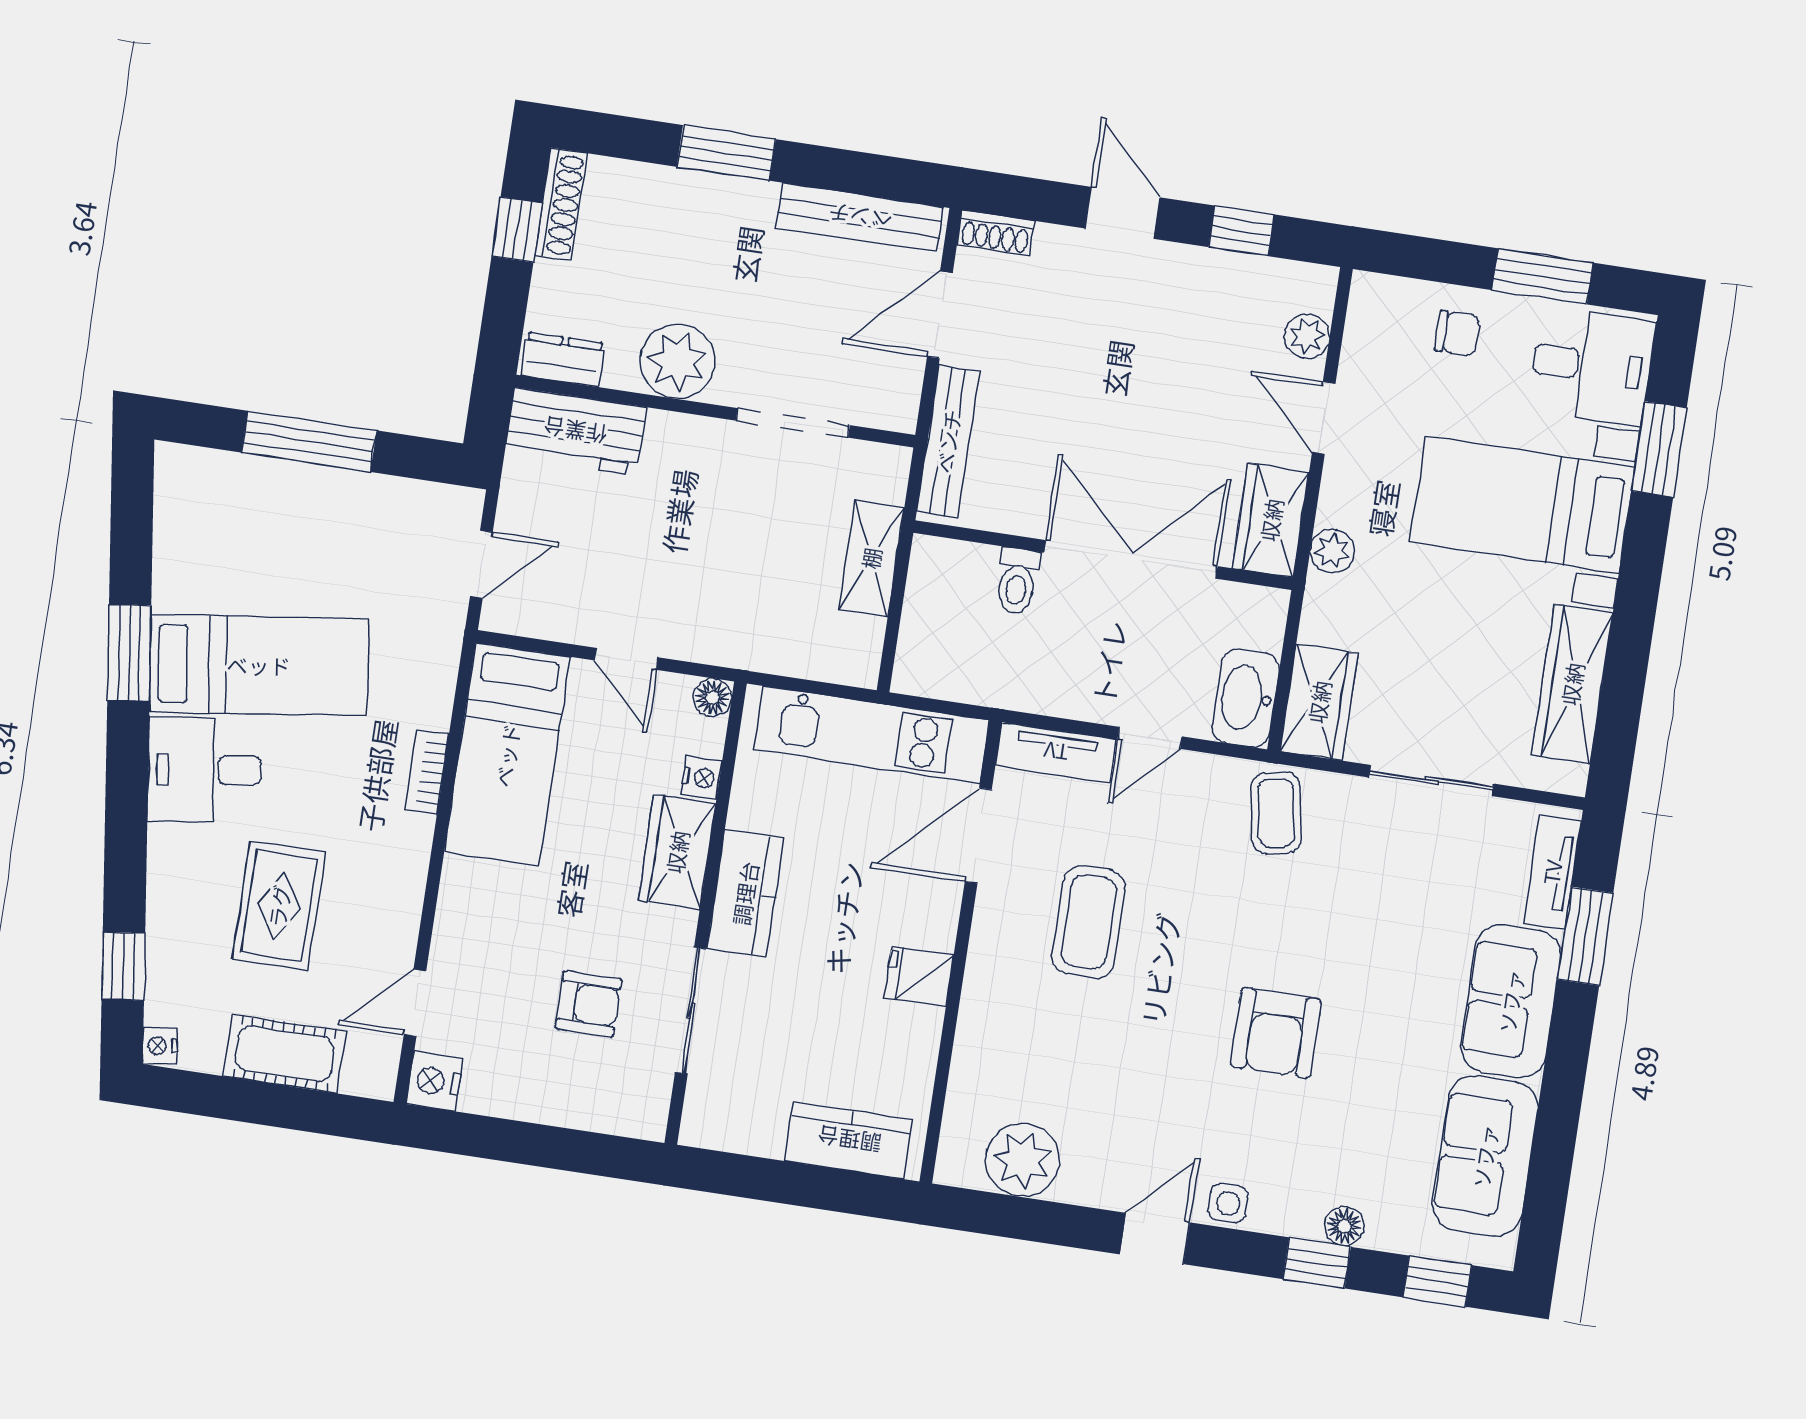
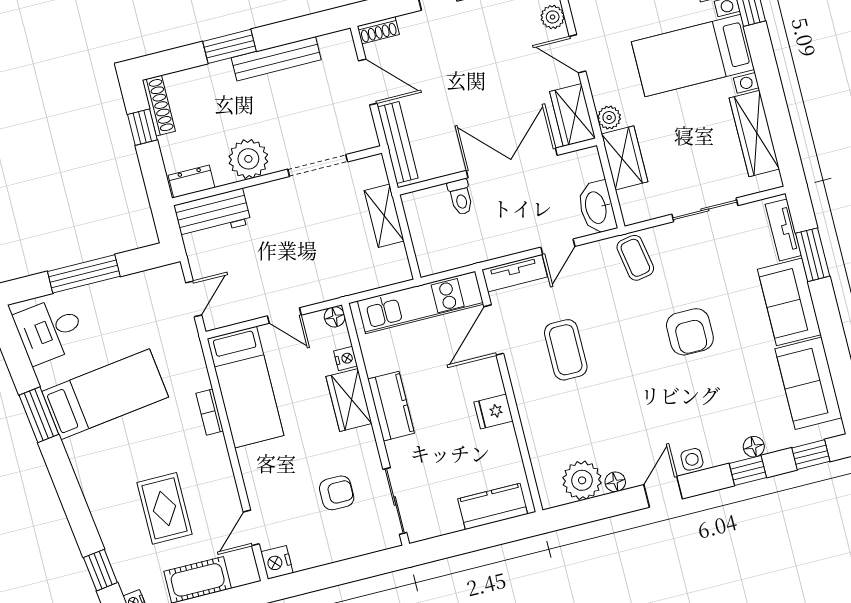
bench: (860, 217) -> (276, 59), moved
door: (940, 315) -> (368, 82), swing flipped
wardrobe: (1319, 702) -> (625, 158), moved
desk: (205, 770) -> (50, 330), moved
sliding door: (691, 1011) -> (395, 501), moved
armchair: (1276, 1033) -> (690, 332), moved
floor lamp: (1079, 1187) -> (615, 482), added

